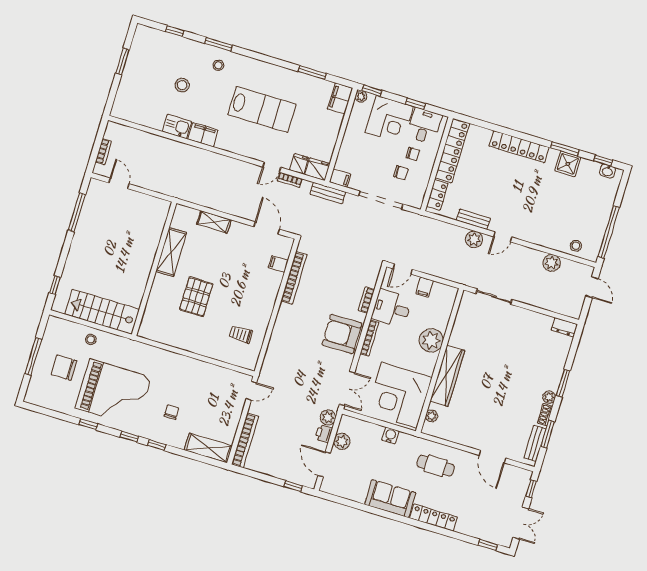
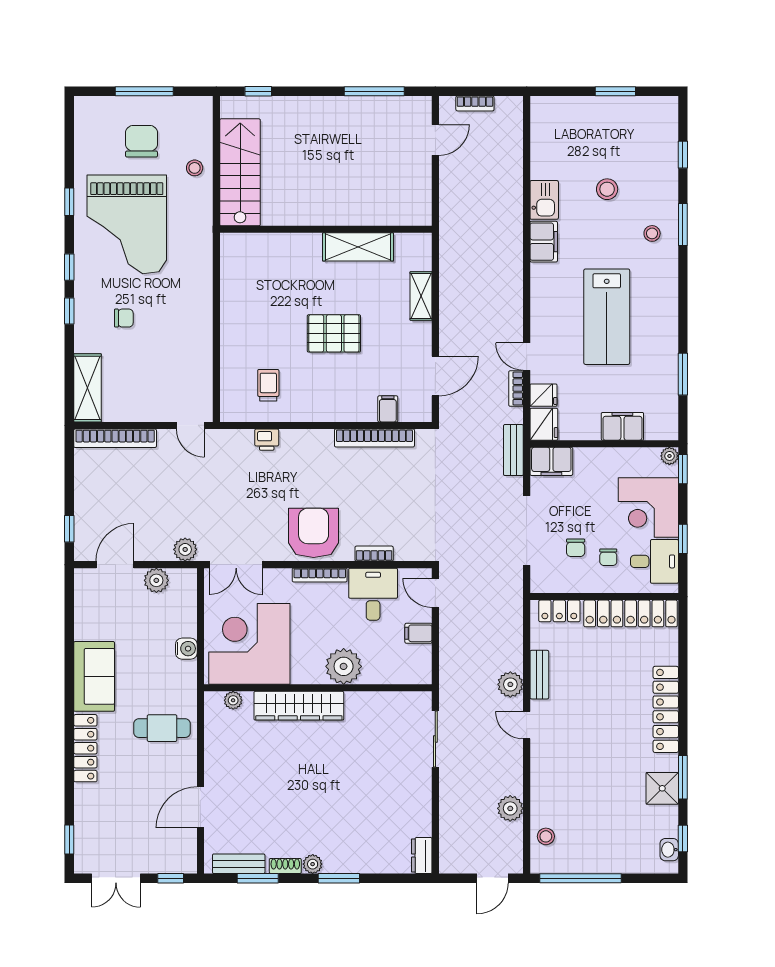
filing cabinet: (340, 98) -> (622, 426), moved
filing cabinet: (340, 178) -> (551, 461), width x2.00
pallet: (196, 297) -> (334, 333), moved
printer: (324, 434) -> (267, 440), moved, turned 180
cafe table: (436, 466) -> (162, 728), turned 90

